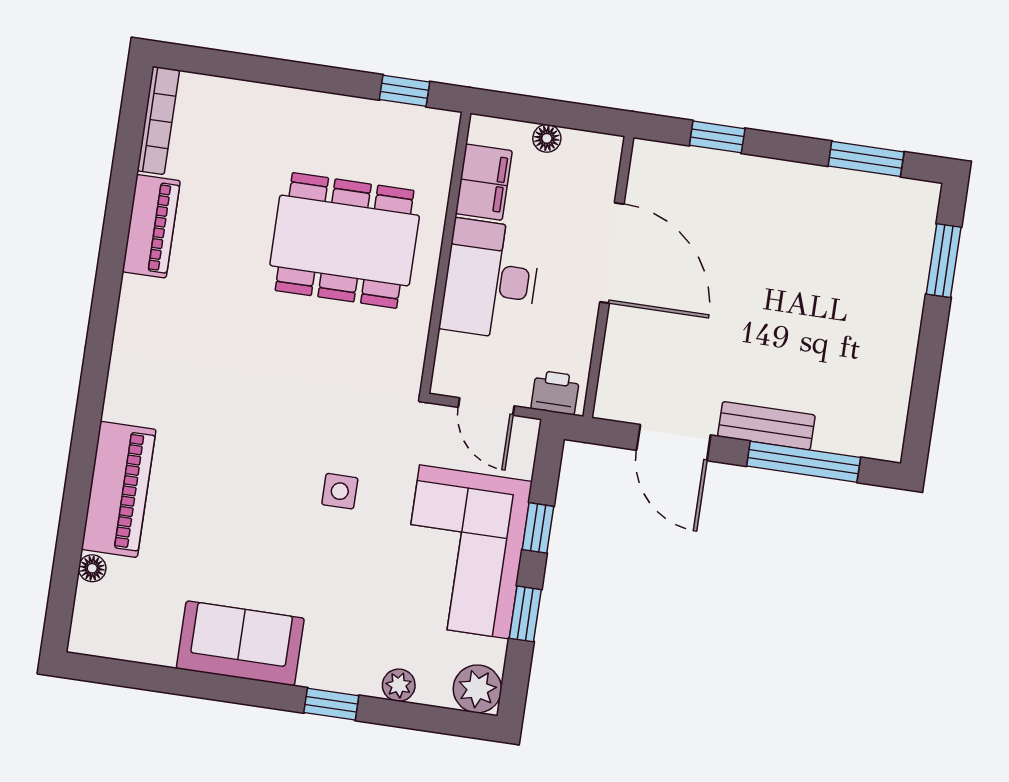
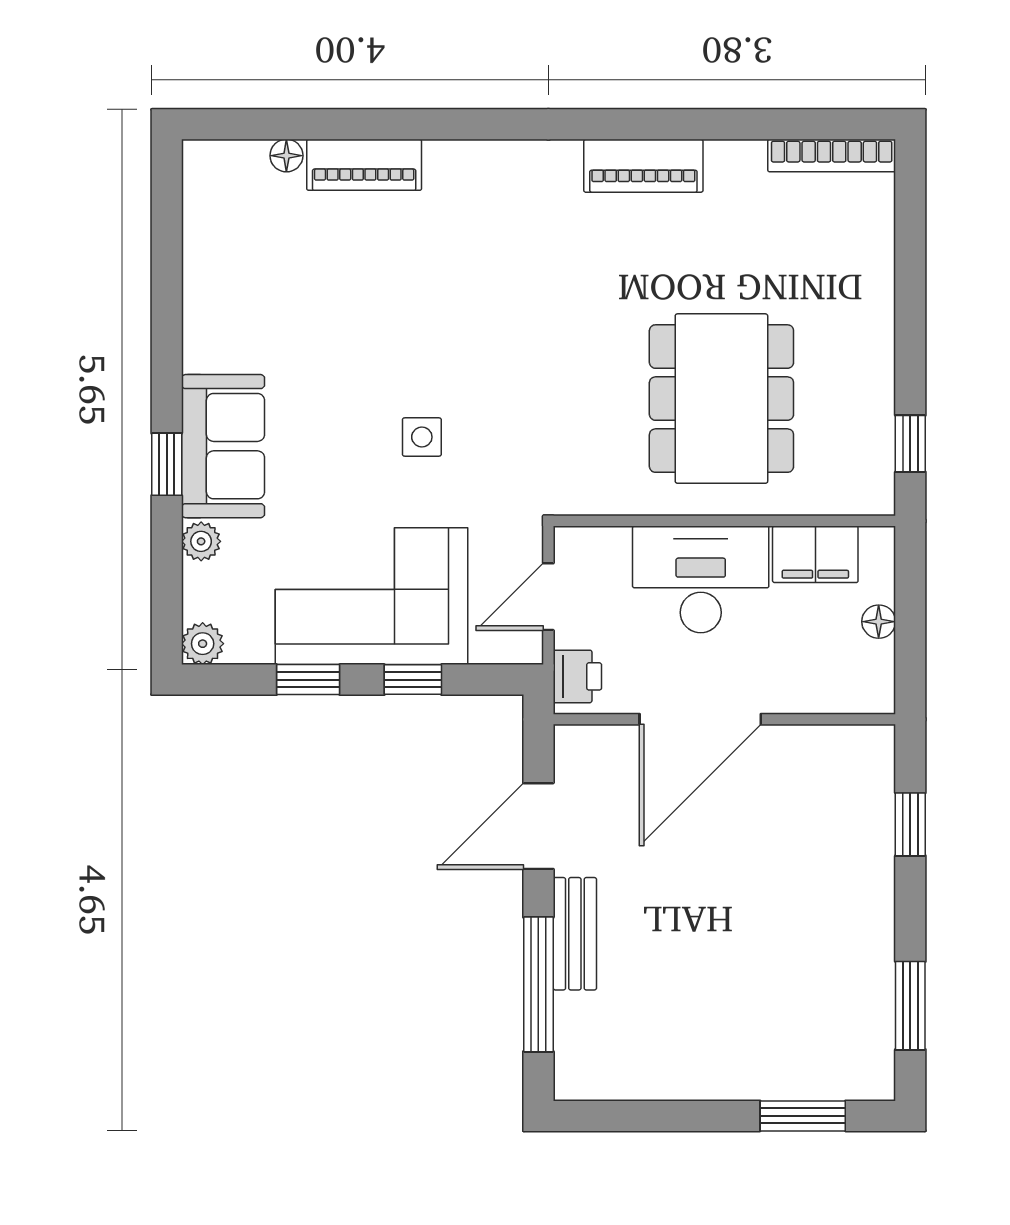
piano: (151, 226) -> (643, 166), moved
door: (612, 253) -> (700, 719), moved
piano: (119, 489) -> (364, 165), width x0.73, depth x0.75
sofa: (240, 643) -> (223, 446), moved
plant: (477, 689) -> (203, 644), width x0.73, depth x0.73

